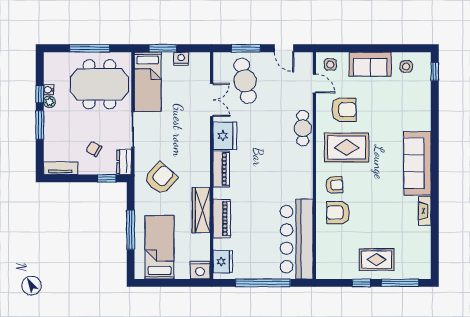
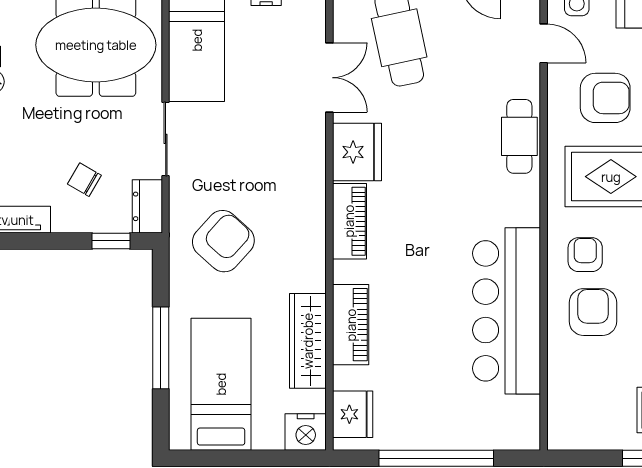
armchair: (334, 185) -> (585, 255), turned -87
wardrobe: (201, 210) -> (308, 341), moved
armchair: (338, 213) -> (593, 312), turned 90
bar counter: (297, 239) -> (507, 311), moved

